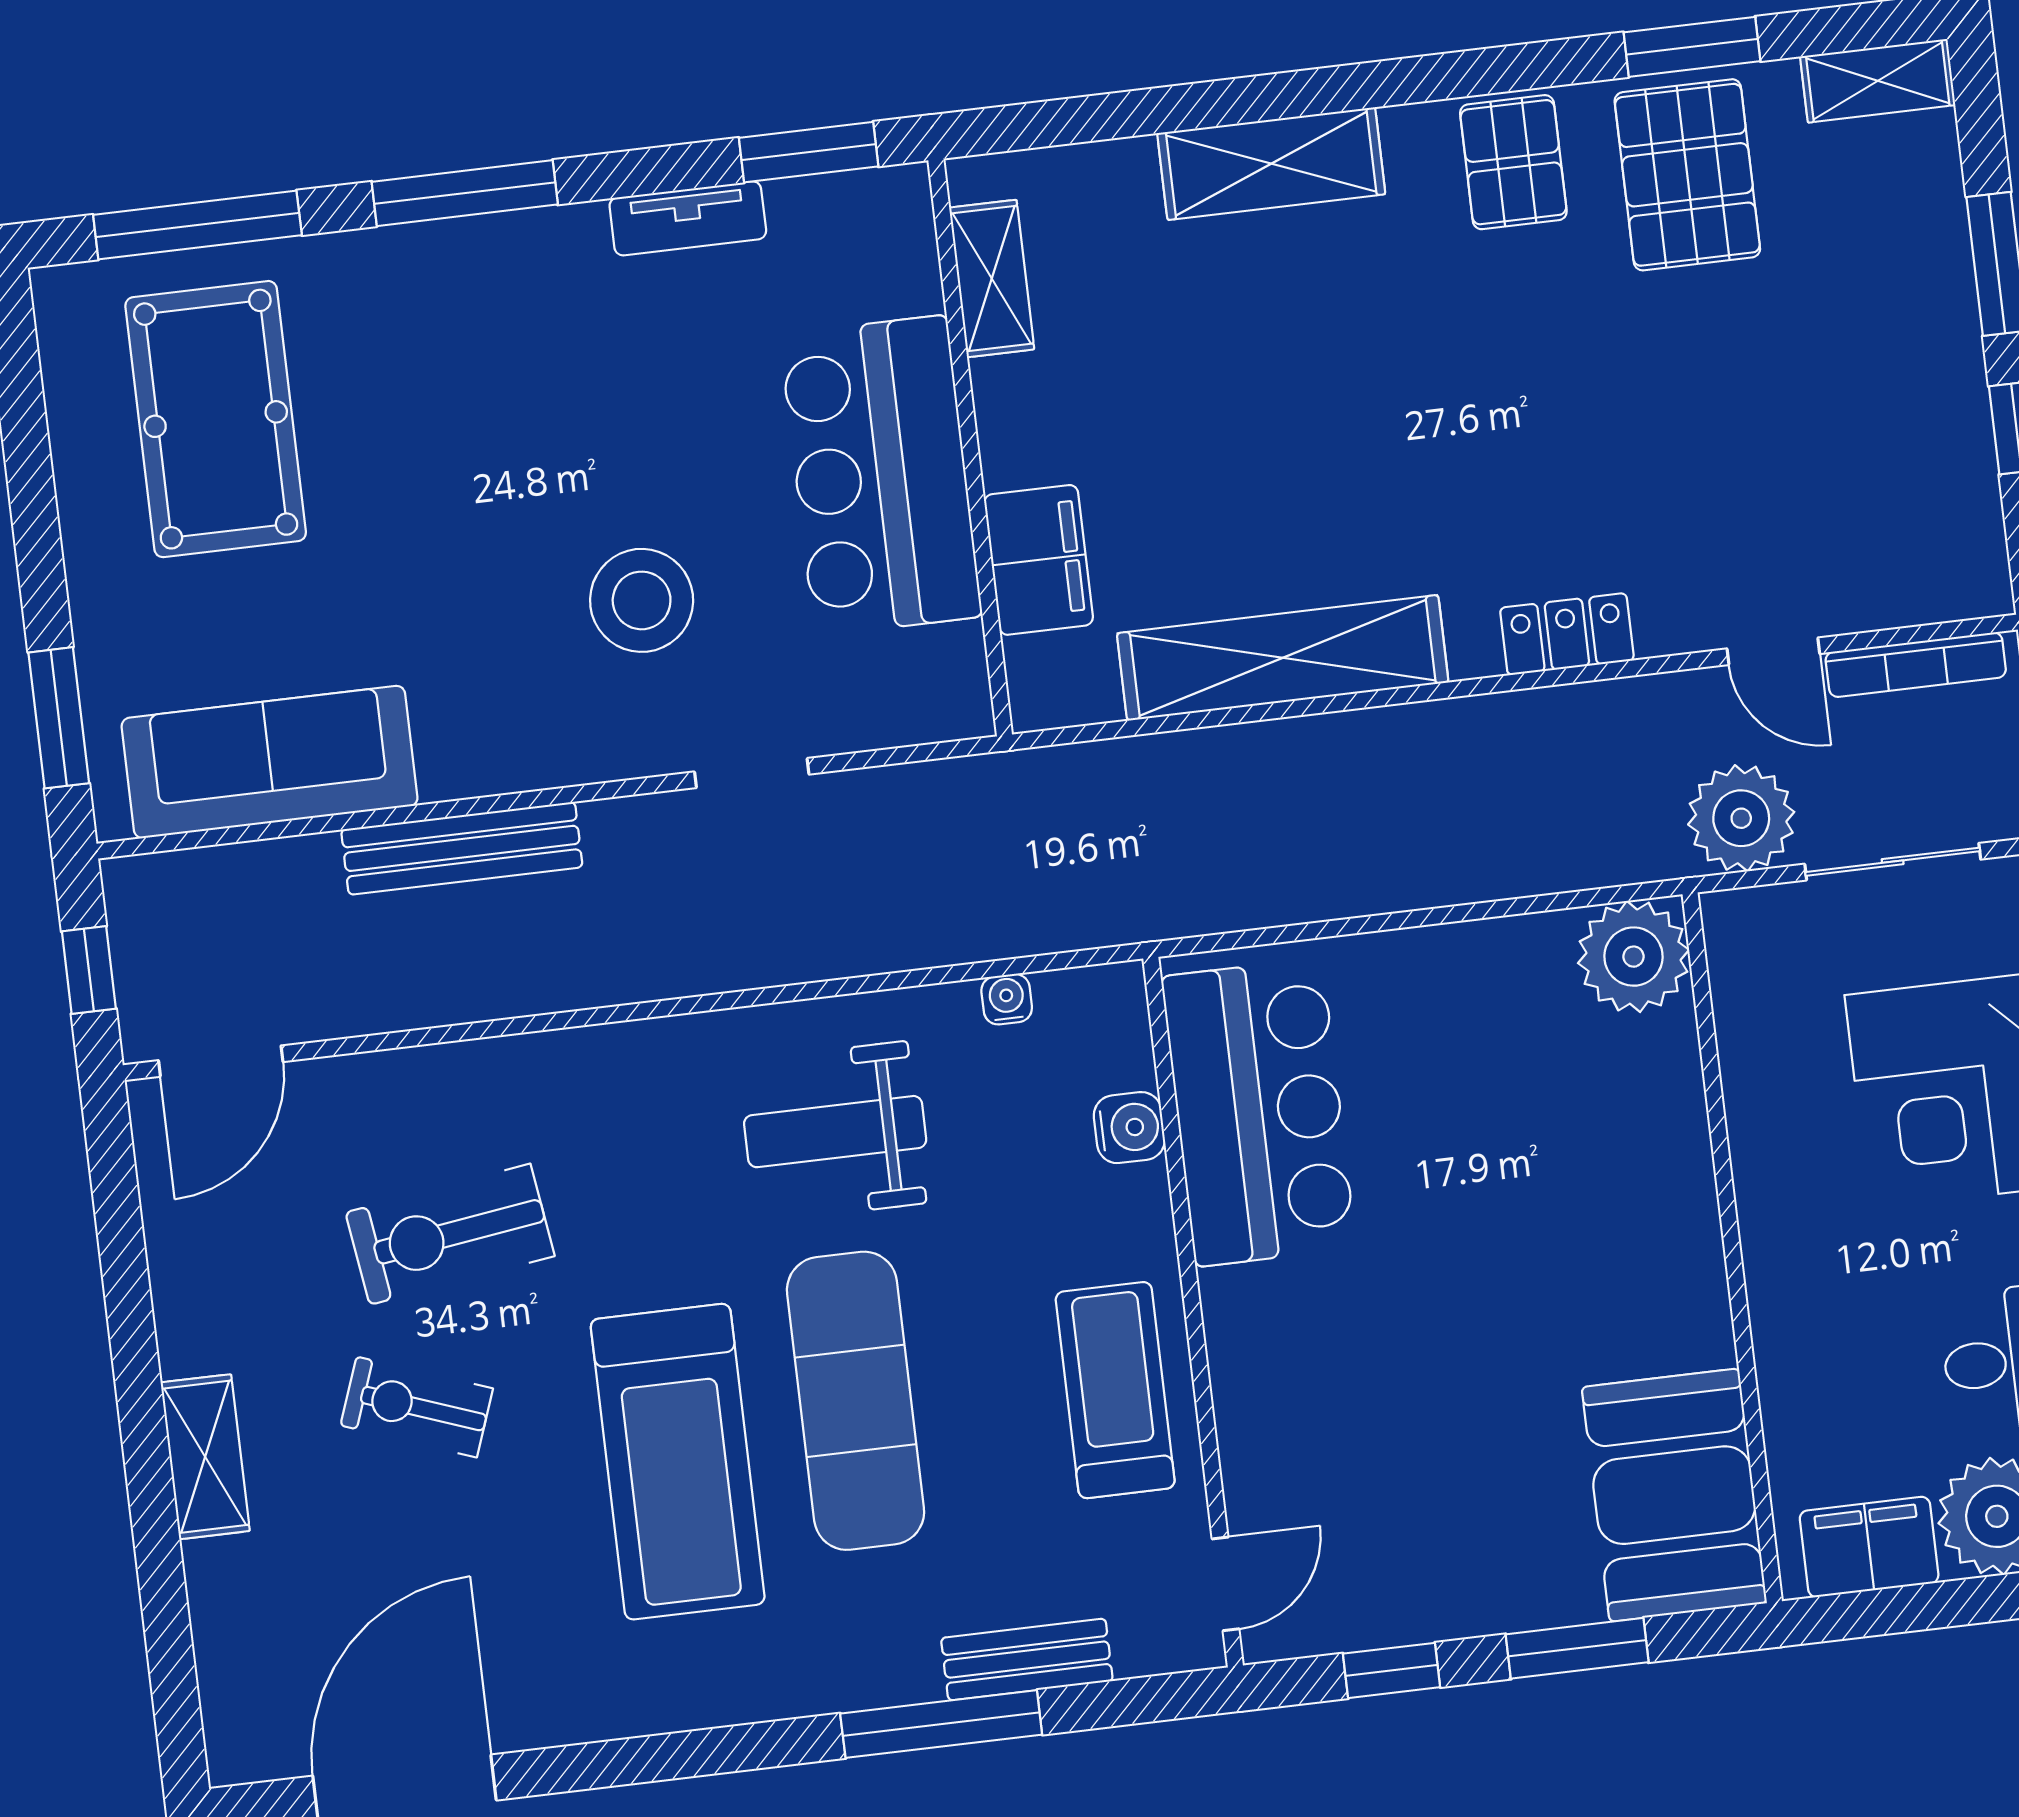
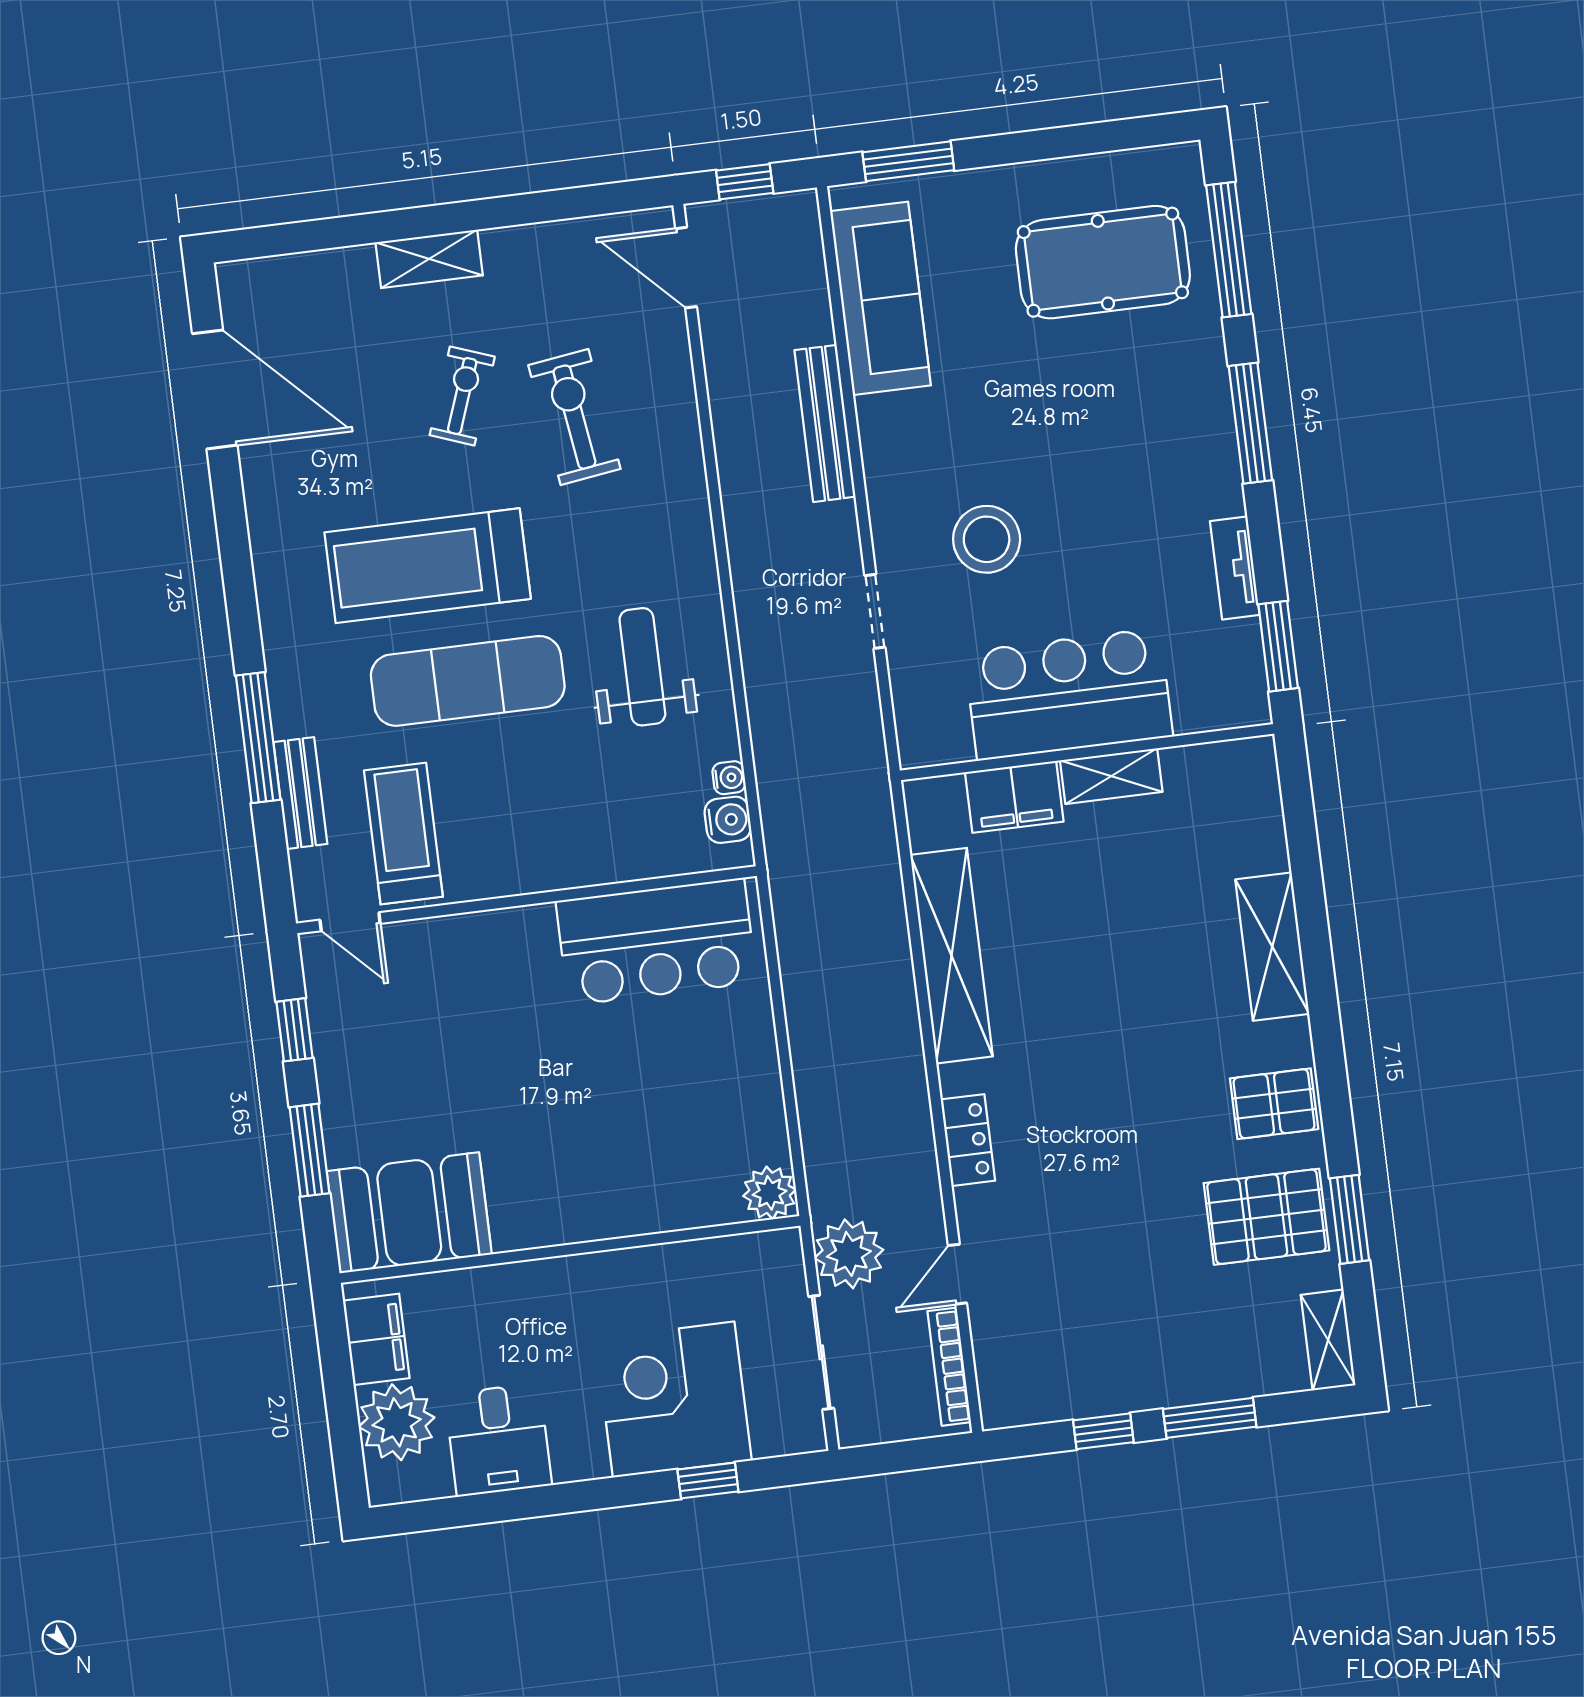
shelving: (992, 279) -> (1111, 776), moved
plant: (1634, 957) -> (770, 1193), width x0.73, depth x0.73
water cooler: (1129, 1128) -> (728, 820), moved, turned -90
treadmill: (1115, 1390) -> (403, 834), moved, turned -90

